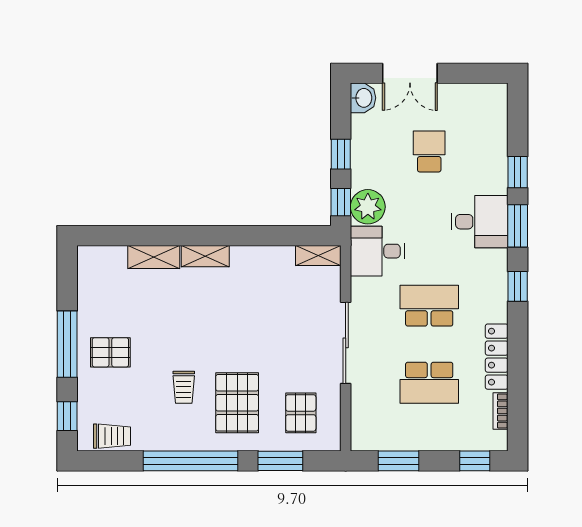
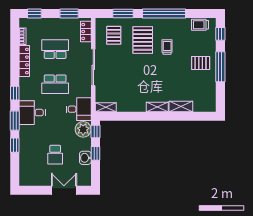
washbasin: (363, 98) -> (85, 158), moved
desk: (480, 222) -> (32, 113), moved
locker: (362, 421) -> (86, 31), added

